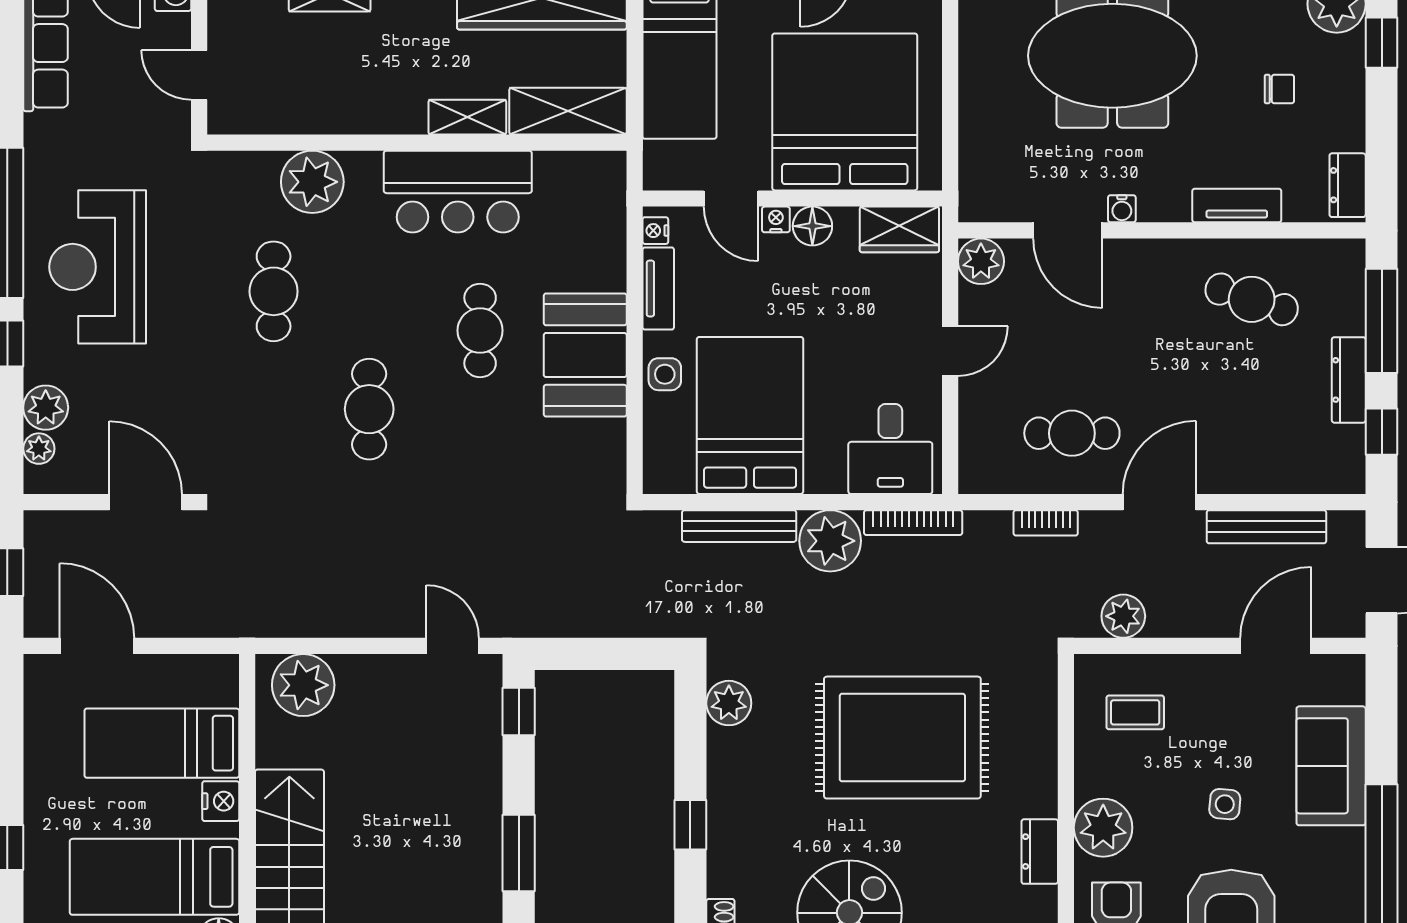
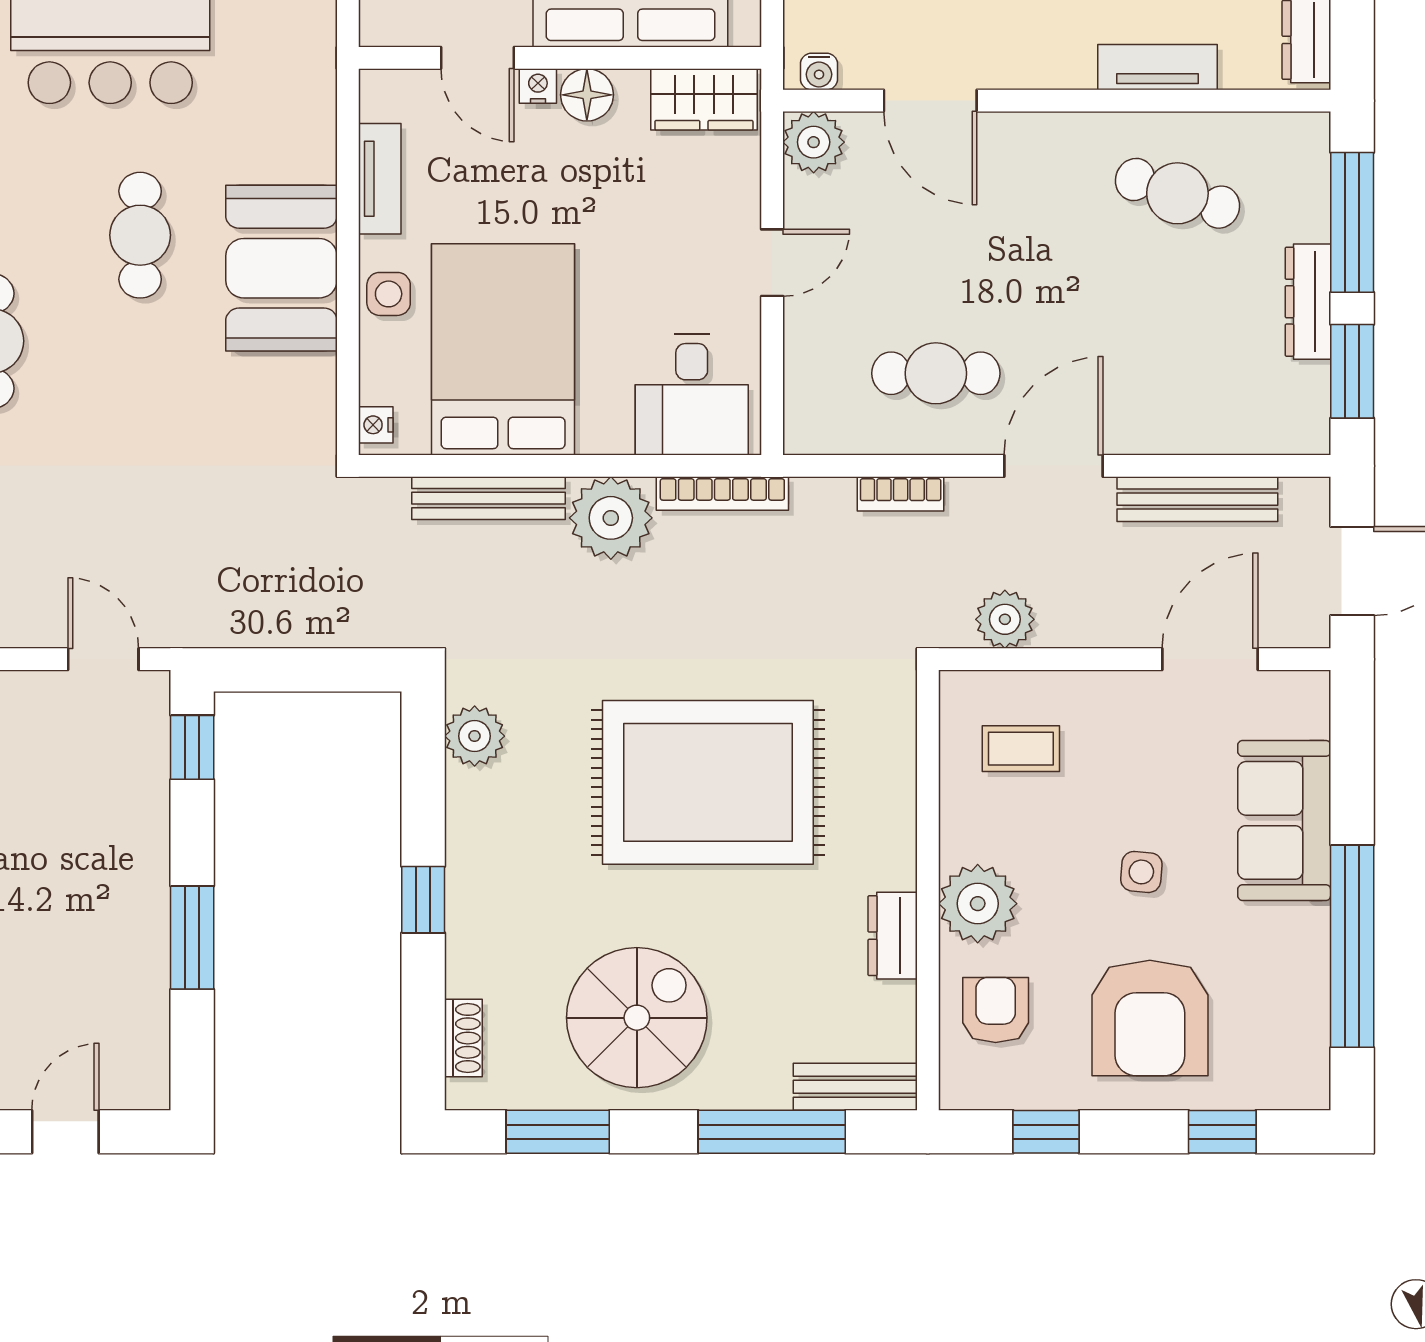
water cooler: (1122, 209) -> (819, 72), moved
nightstand: (655, 231) -> (376, 425), moved
window: (1382, 432) -> (1352, 371), width x1.50

